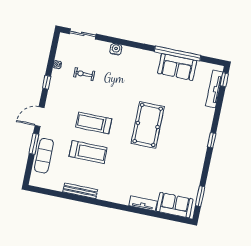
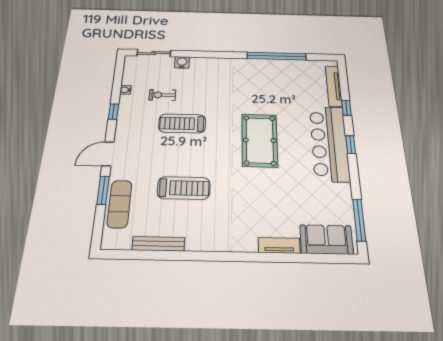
water cooler: (116, 49) -> (182, 62), moved
sofa: (177, 67) -> (280, 70), removed
window: (224, 80) -> (346, 108), moved
treadmill: (94, 123) -> (182, 123), moved
bar counter: (197, 136) -> (329, 143), added
bench: (80, 191) -> (158, 244), moved
window: (200, 196) -> (359, 220), width x1.44

